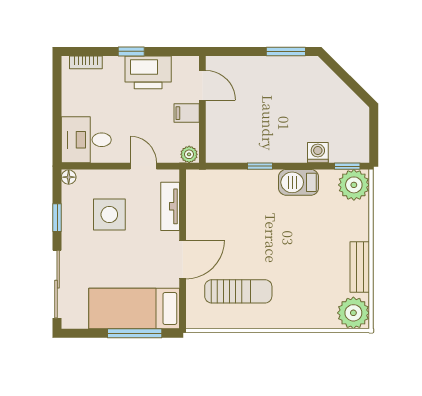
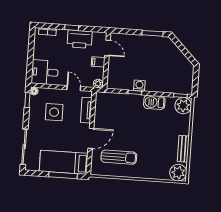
washing machine: (318, 153) -> (139, 86), moved
window: (57, 218) -> (27, 100), moved

